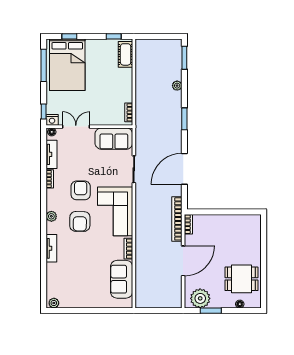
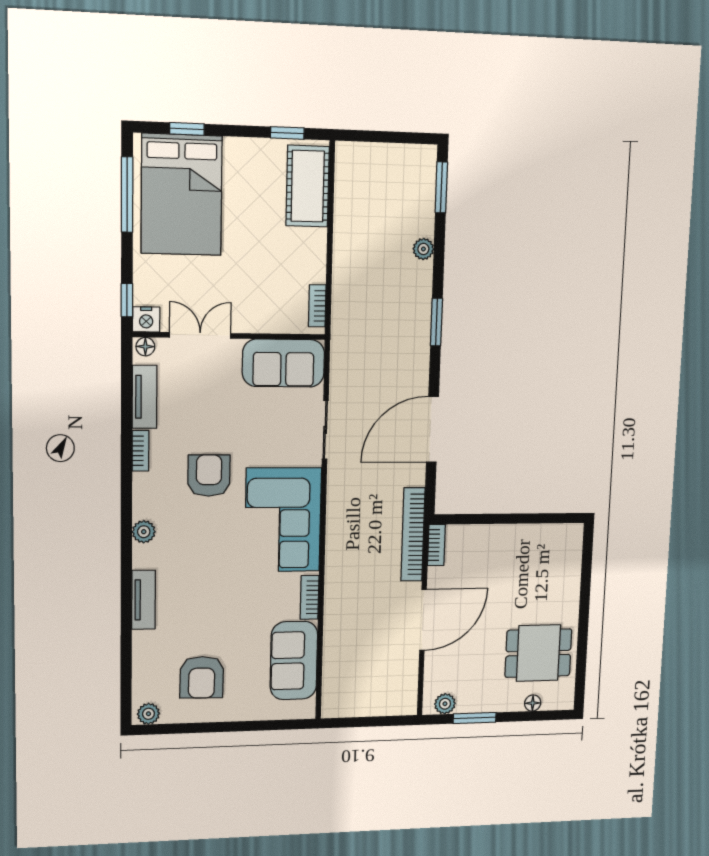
cot: (126, 54) -> (308, 186), width x1.37, depth x1.34
armchair: (80, 221) -> (202, 677), moved
plant: (200, 298) -> (445, 704), width x0.53, depth x0.53

